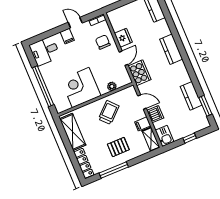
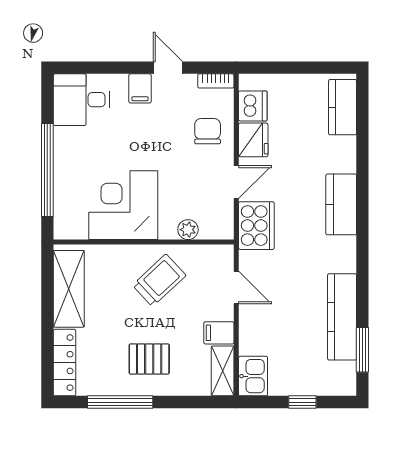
kitchen counter: (191, 96) -> (342, 317), width x1.50
dishwasher: (155, 114) -> (253, 106), moved

